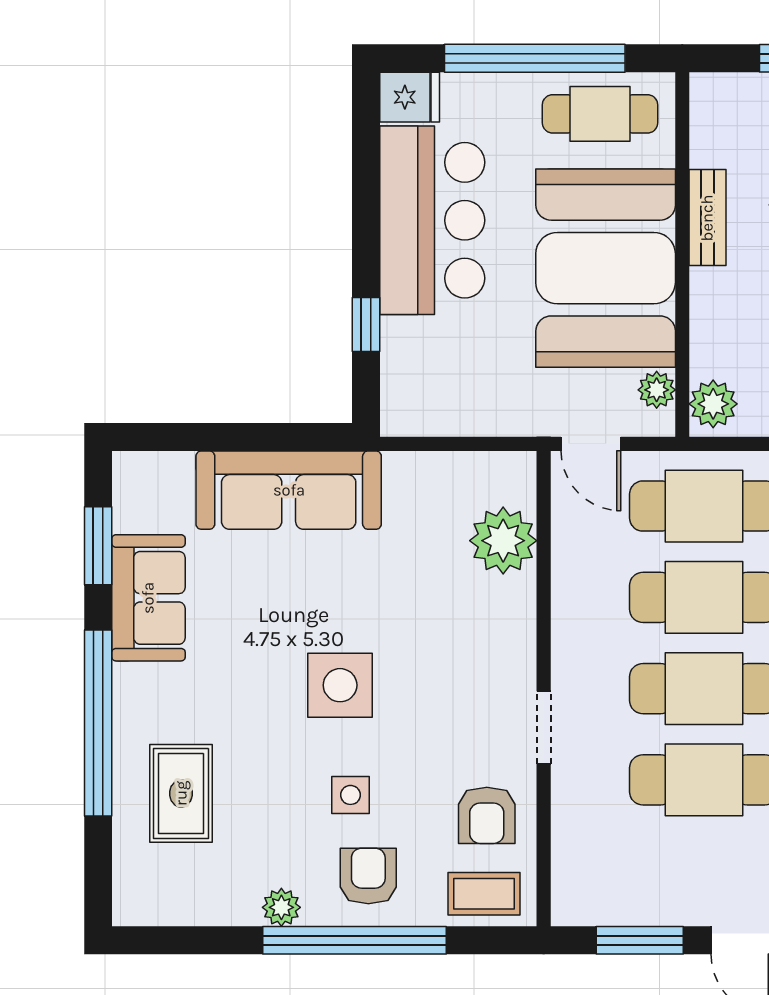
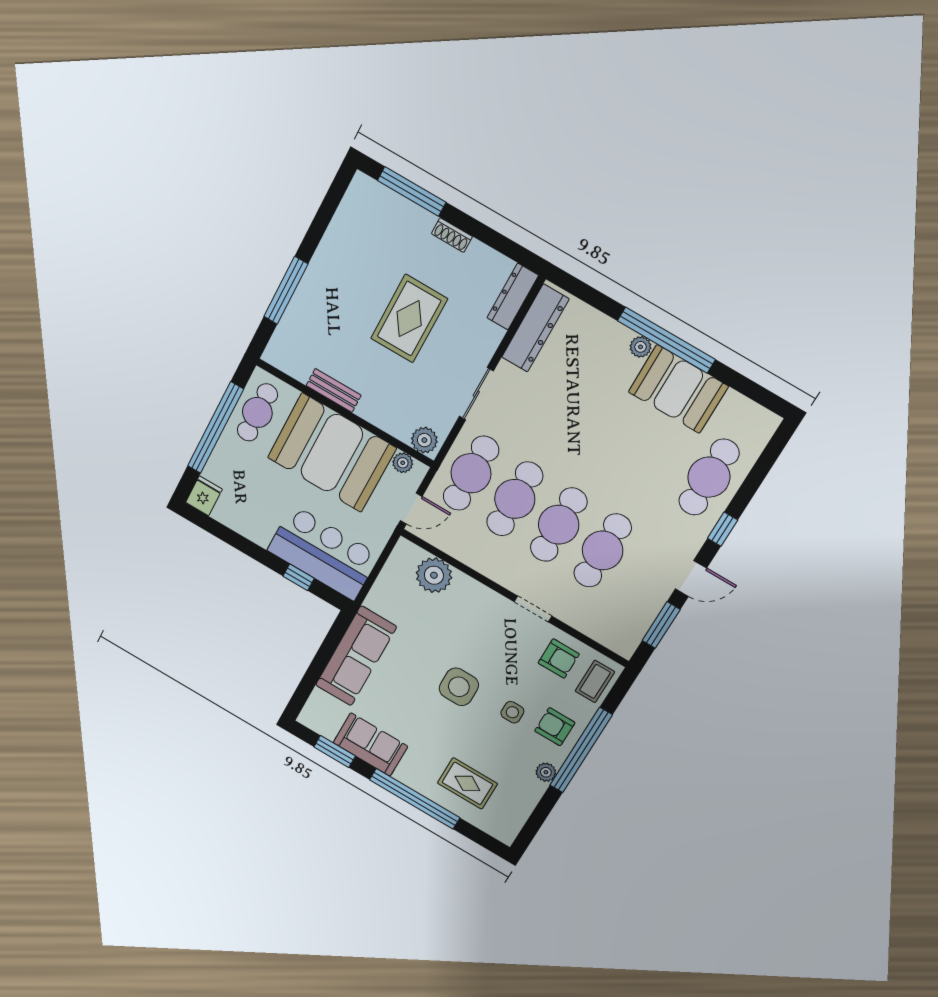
bar counter: (432, 220) -> (323, 553), moved

